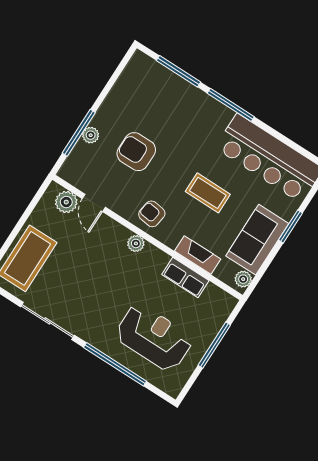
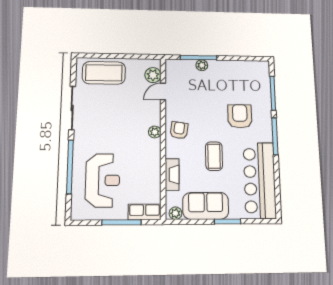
armchair: (136, 152) -> (240, 116), moved
row of seats: (185, 278) -> (145, 212), moved, turned 90

